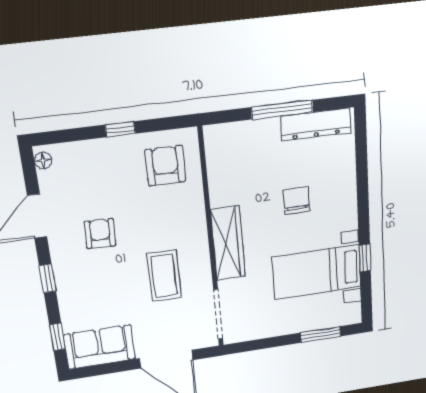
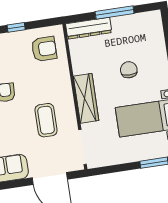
dresser: (316, 125) -> (89, 28), moved
armchair: (165, 166) -> (44, 49), turned 90

